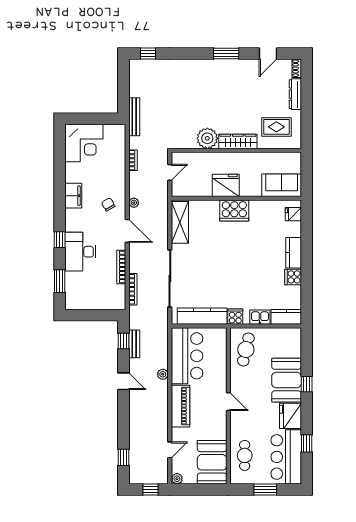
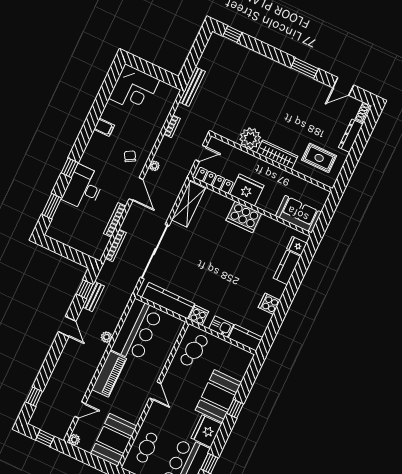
locker: (193, 191) -> (214, 180), added
filing cabinet: (73, 196) -> (104, 127), width x0.50
kitchen counter: (294, 253) -> (287, 267), moved

